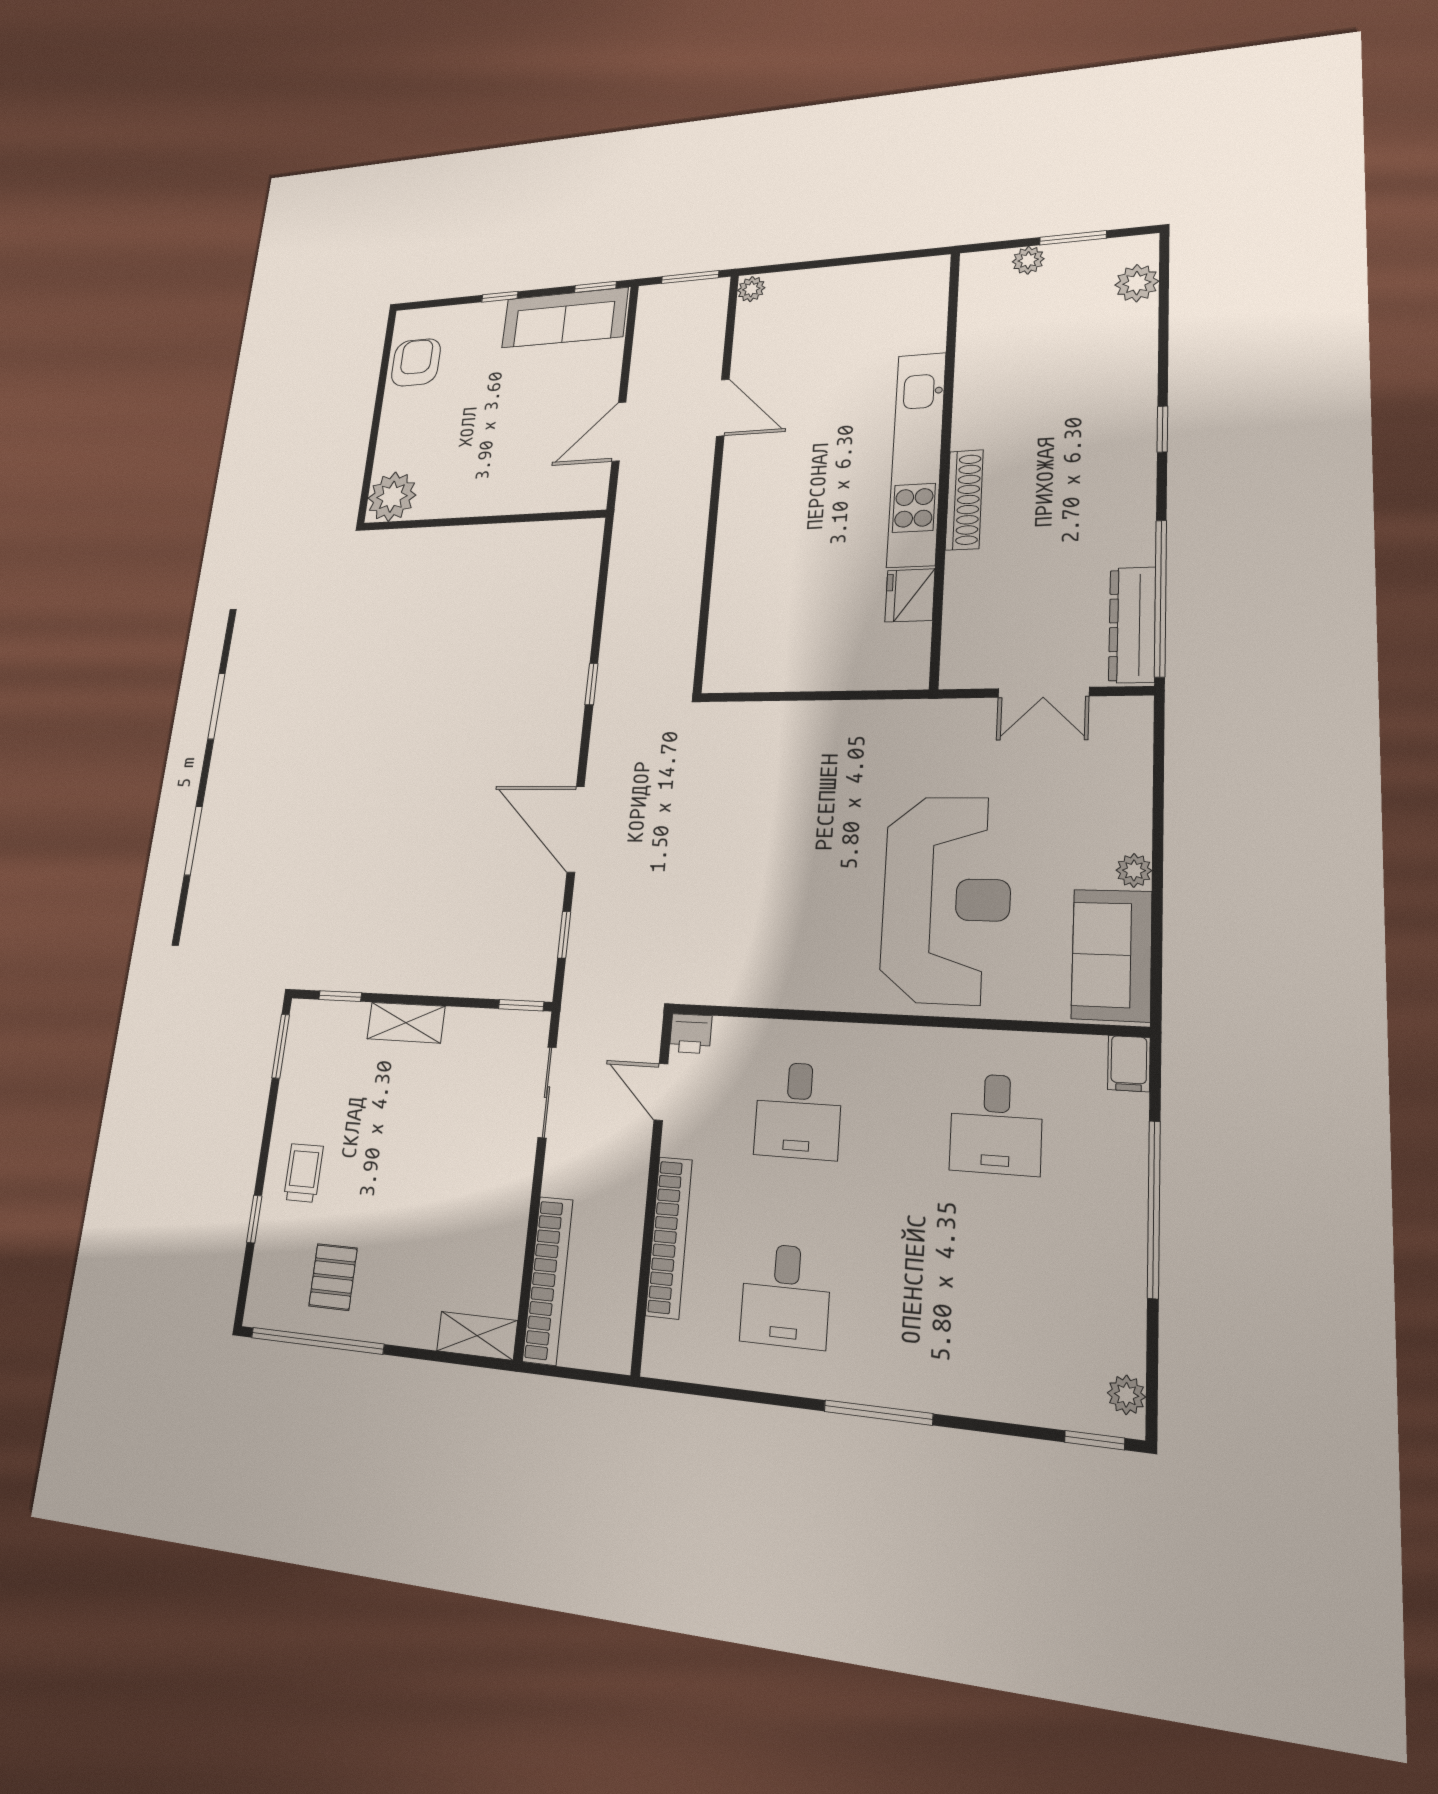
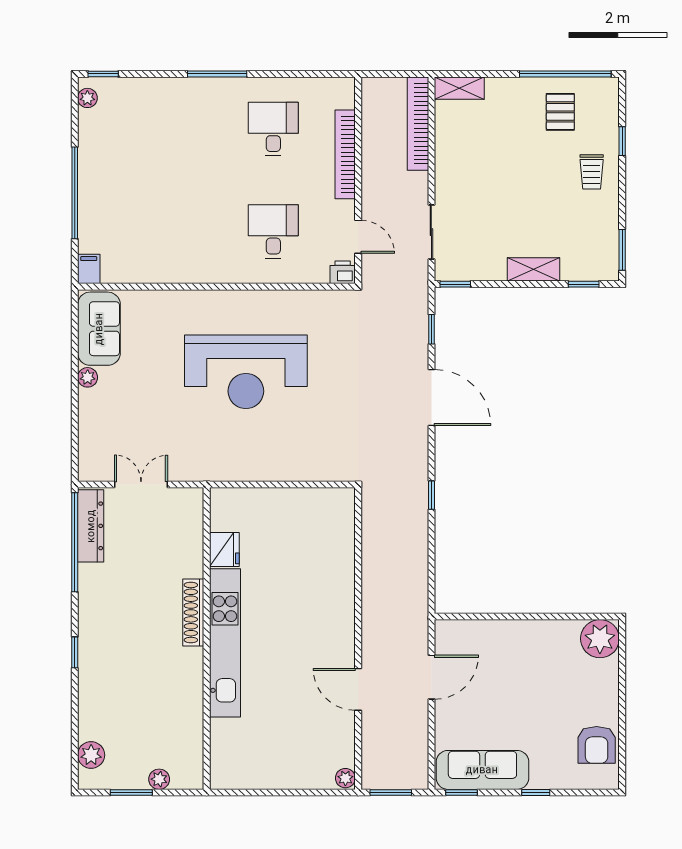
reception desk: (946, 899) -> (246, 372), moved, turned -90
desk: (996, 1124) -> (160, 231), removed

